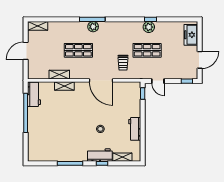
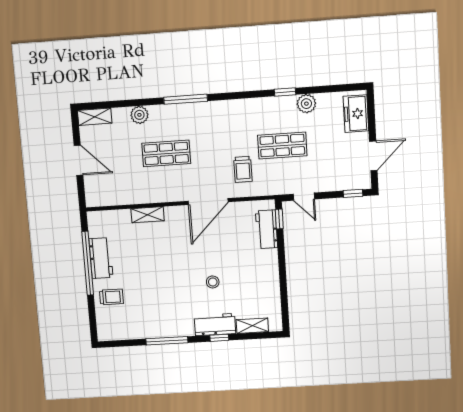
plant: (93, 27) -> (139, 115), moved
plant: (149, 27) -> (306, 104), moved
door: (26, 51) -> (78, 160), swing flipped
shelving: (59, 75) -> (138, 196), removed
door: (101, 80) -> (208, 202), hinge flipped
workbench: (34, 94) -> (101, 258), moved
workbench: (135, 129) -> (267, 229), moved
trolley: (38, 134) -> (111, 297), added

